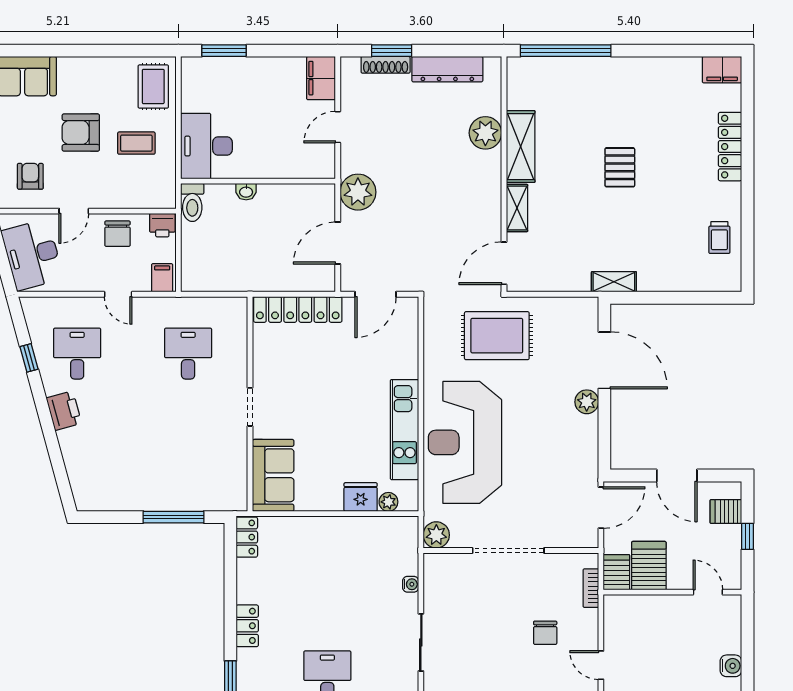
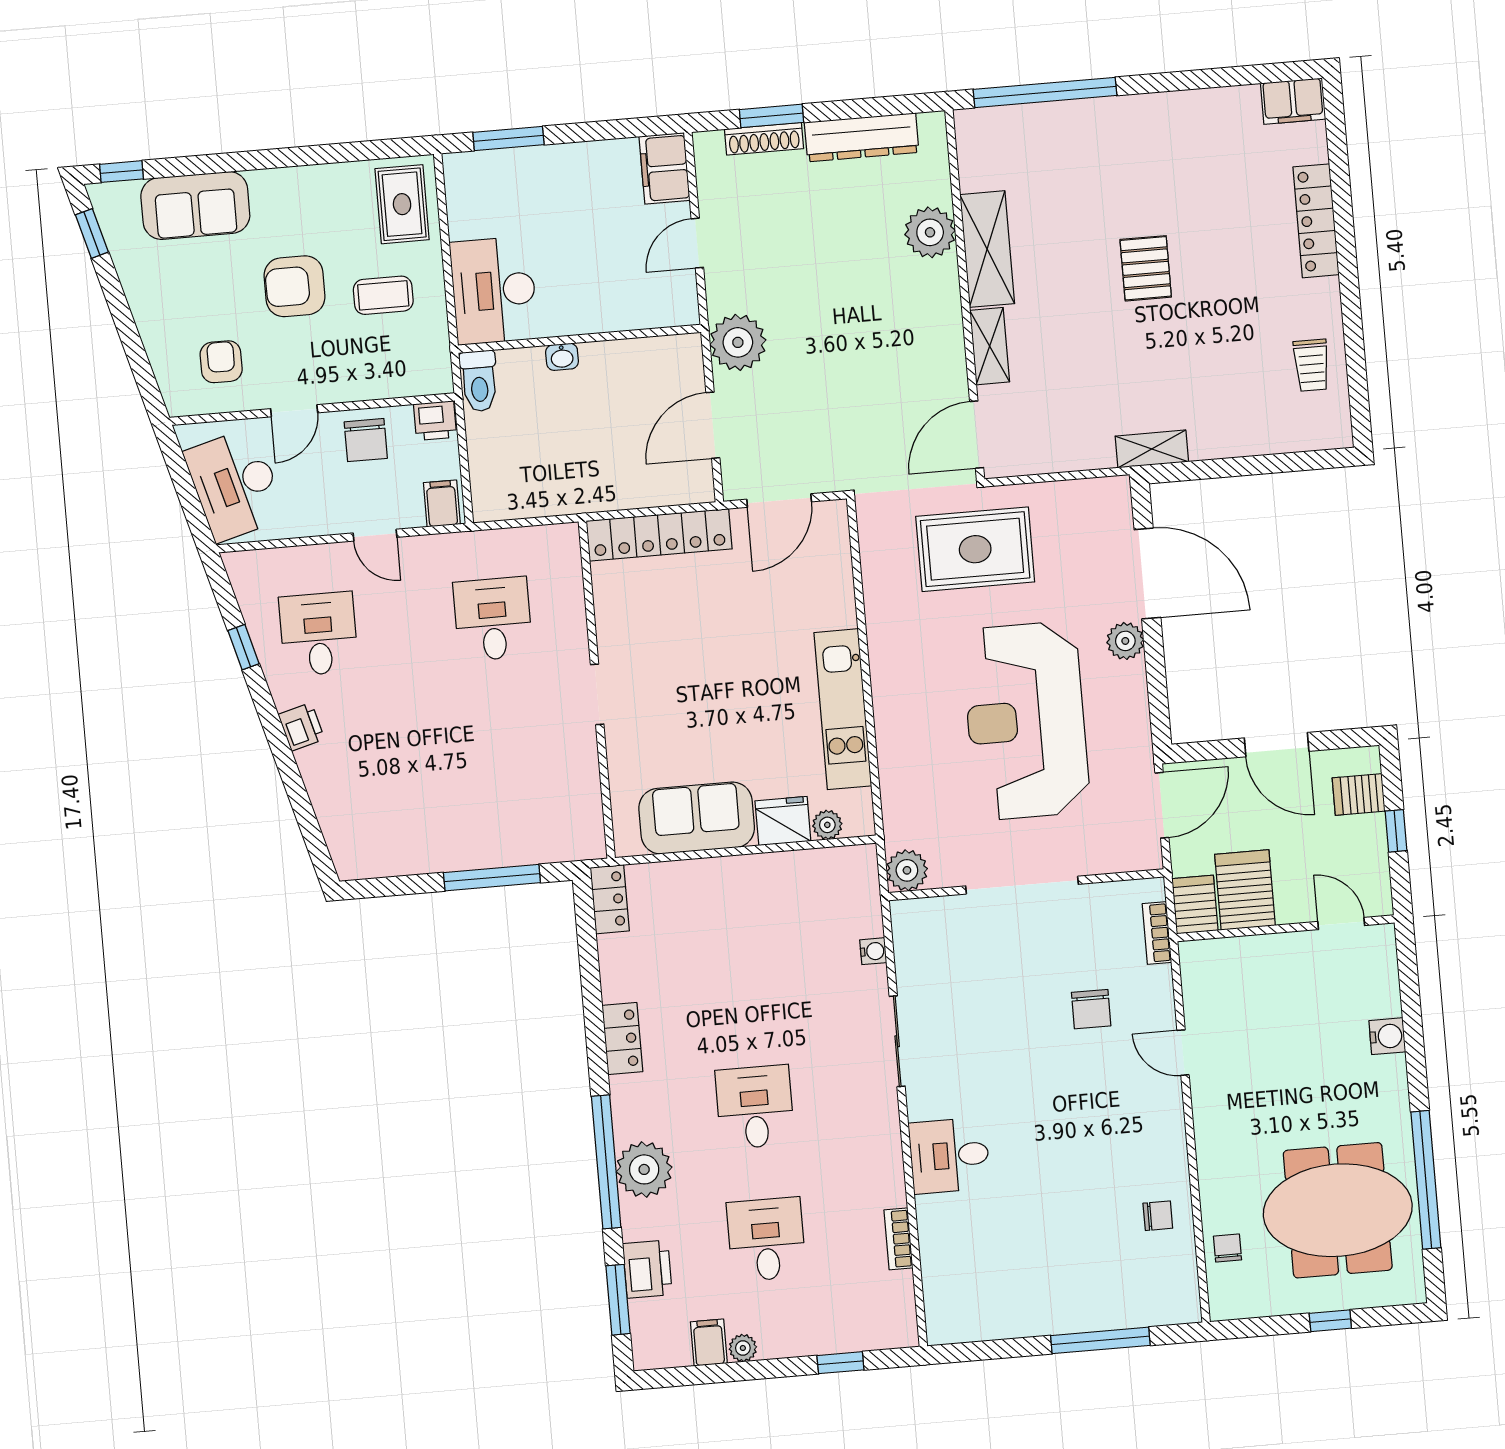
printer: (64, 411) -> (301, 727), width x0.73, depth x0.81
reception desk: (465, 442) -> (1026, 721), moved
sofa: (273, 475) -> (697, 818), moved, turned -90

